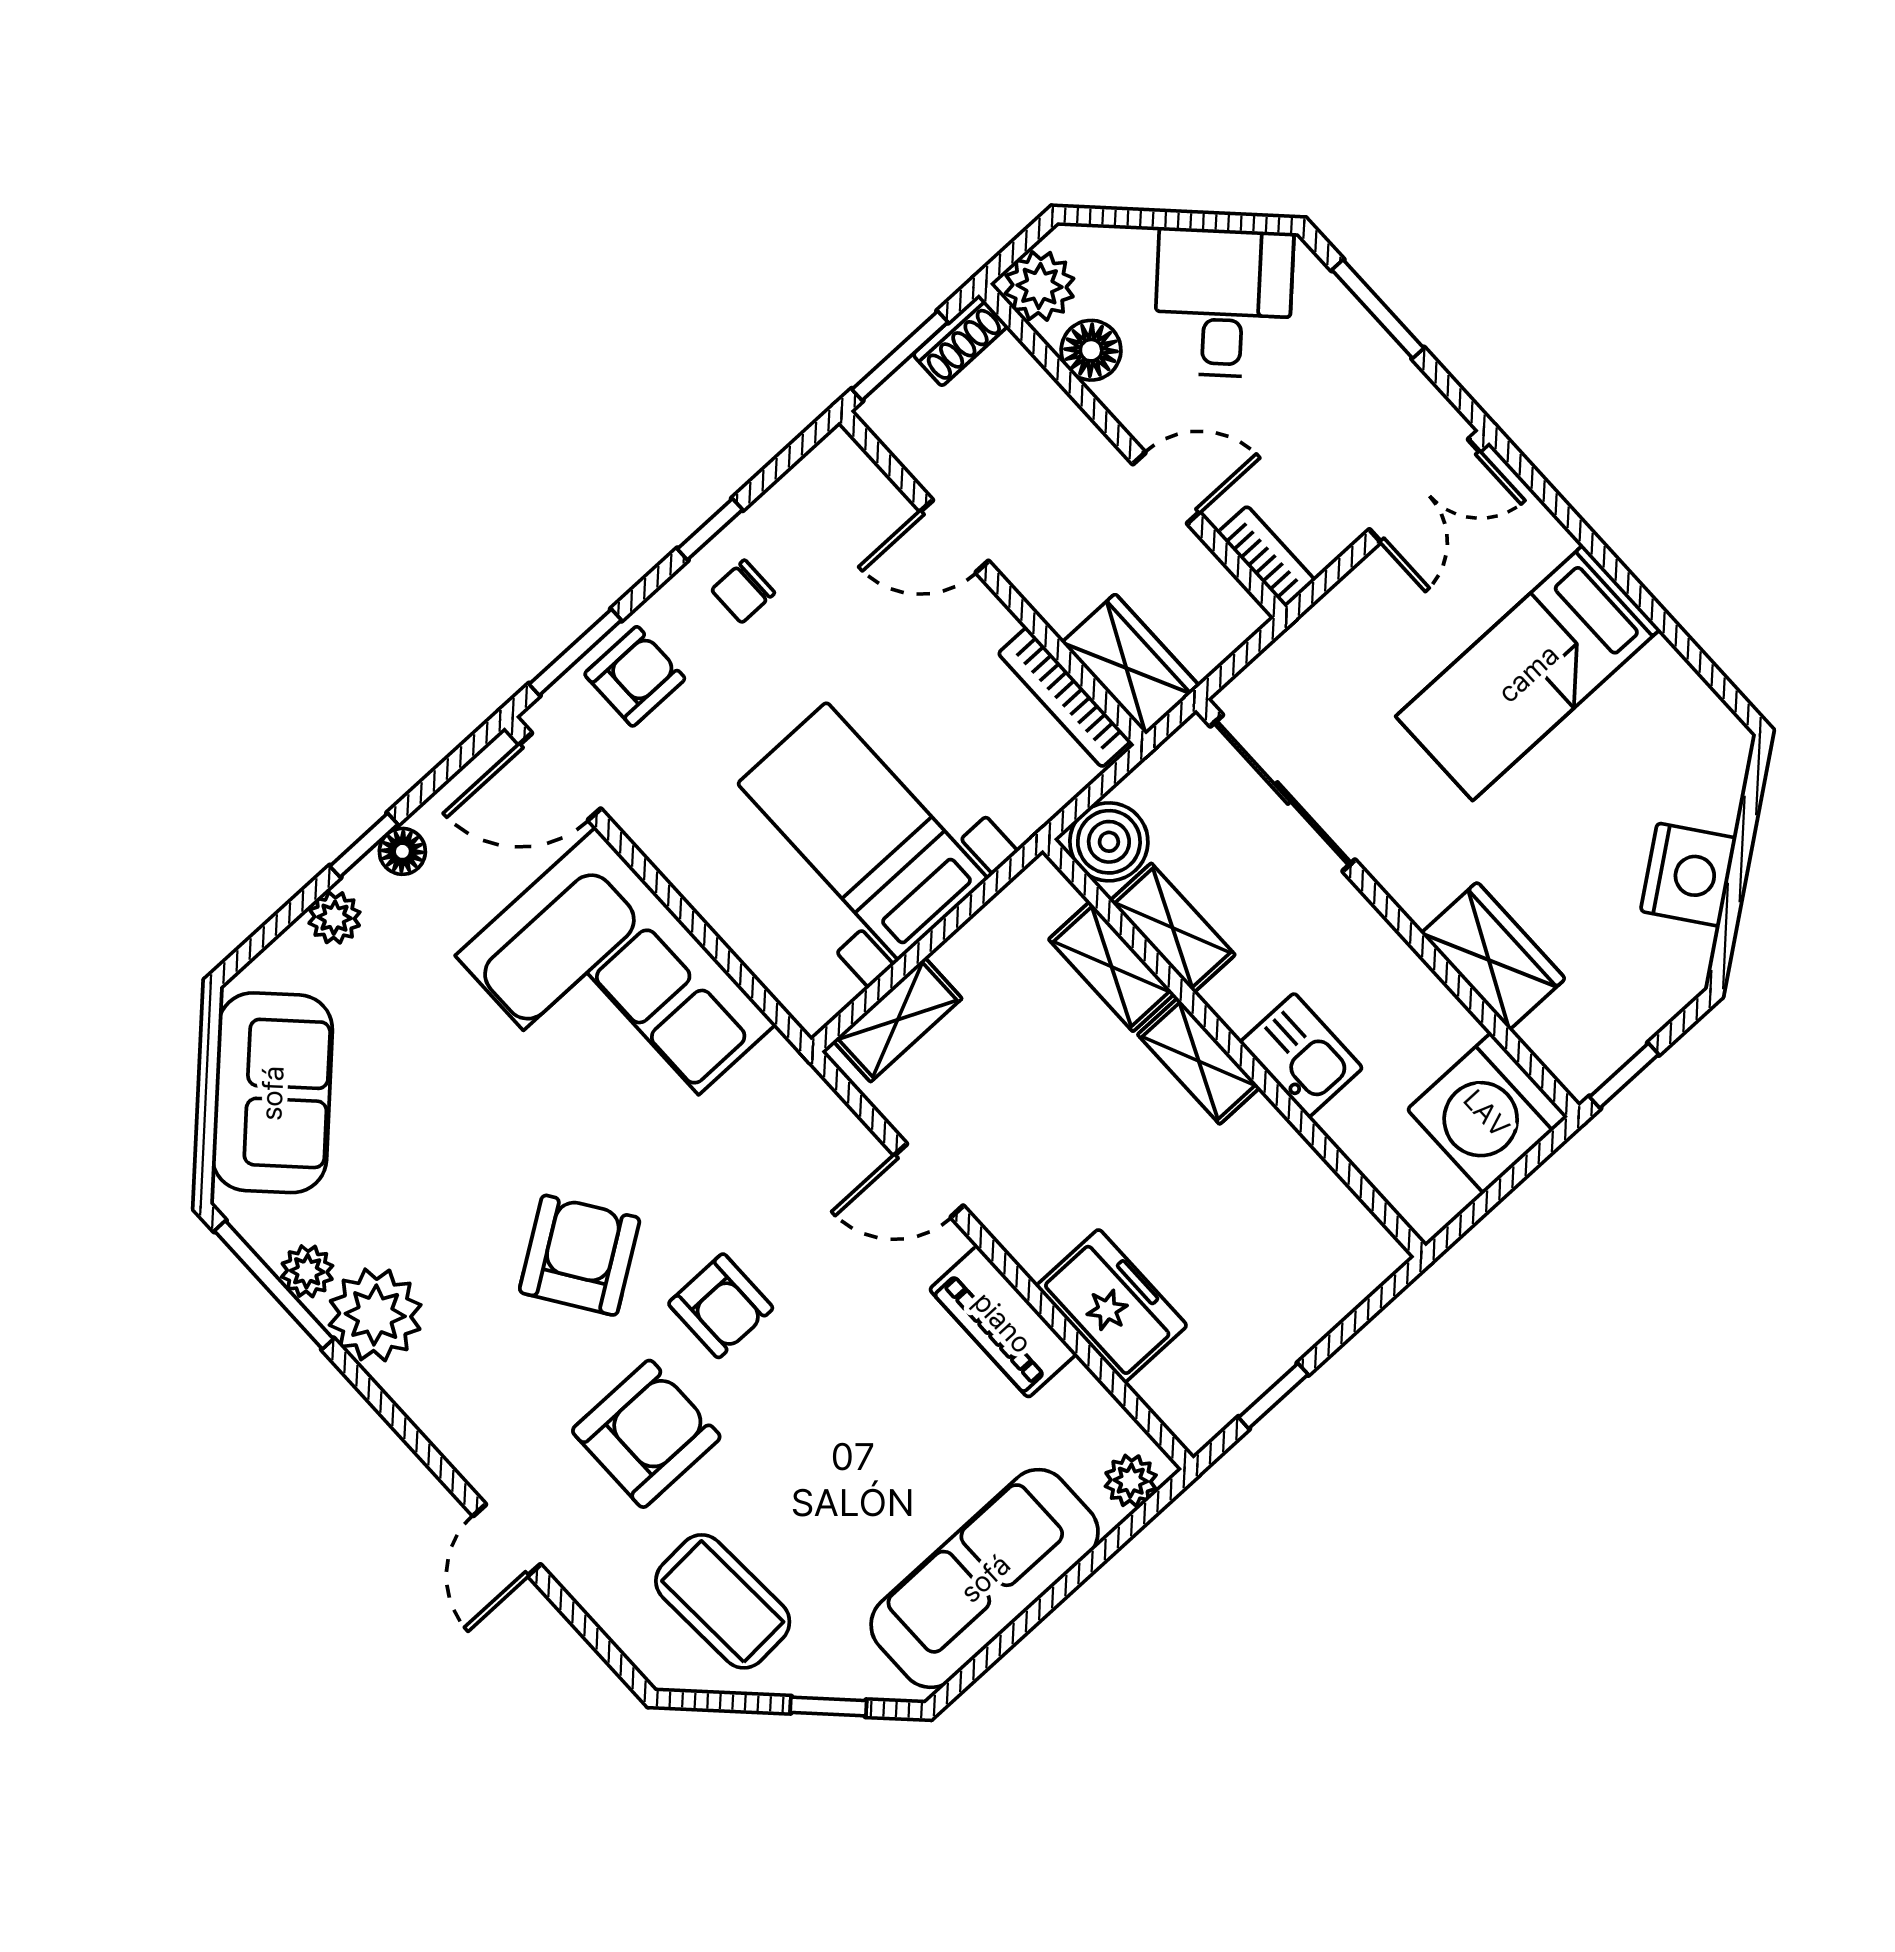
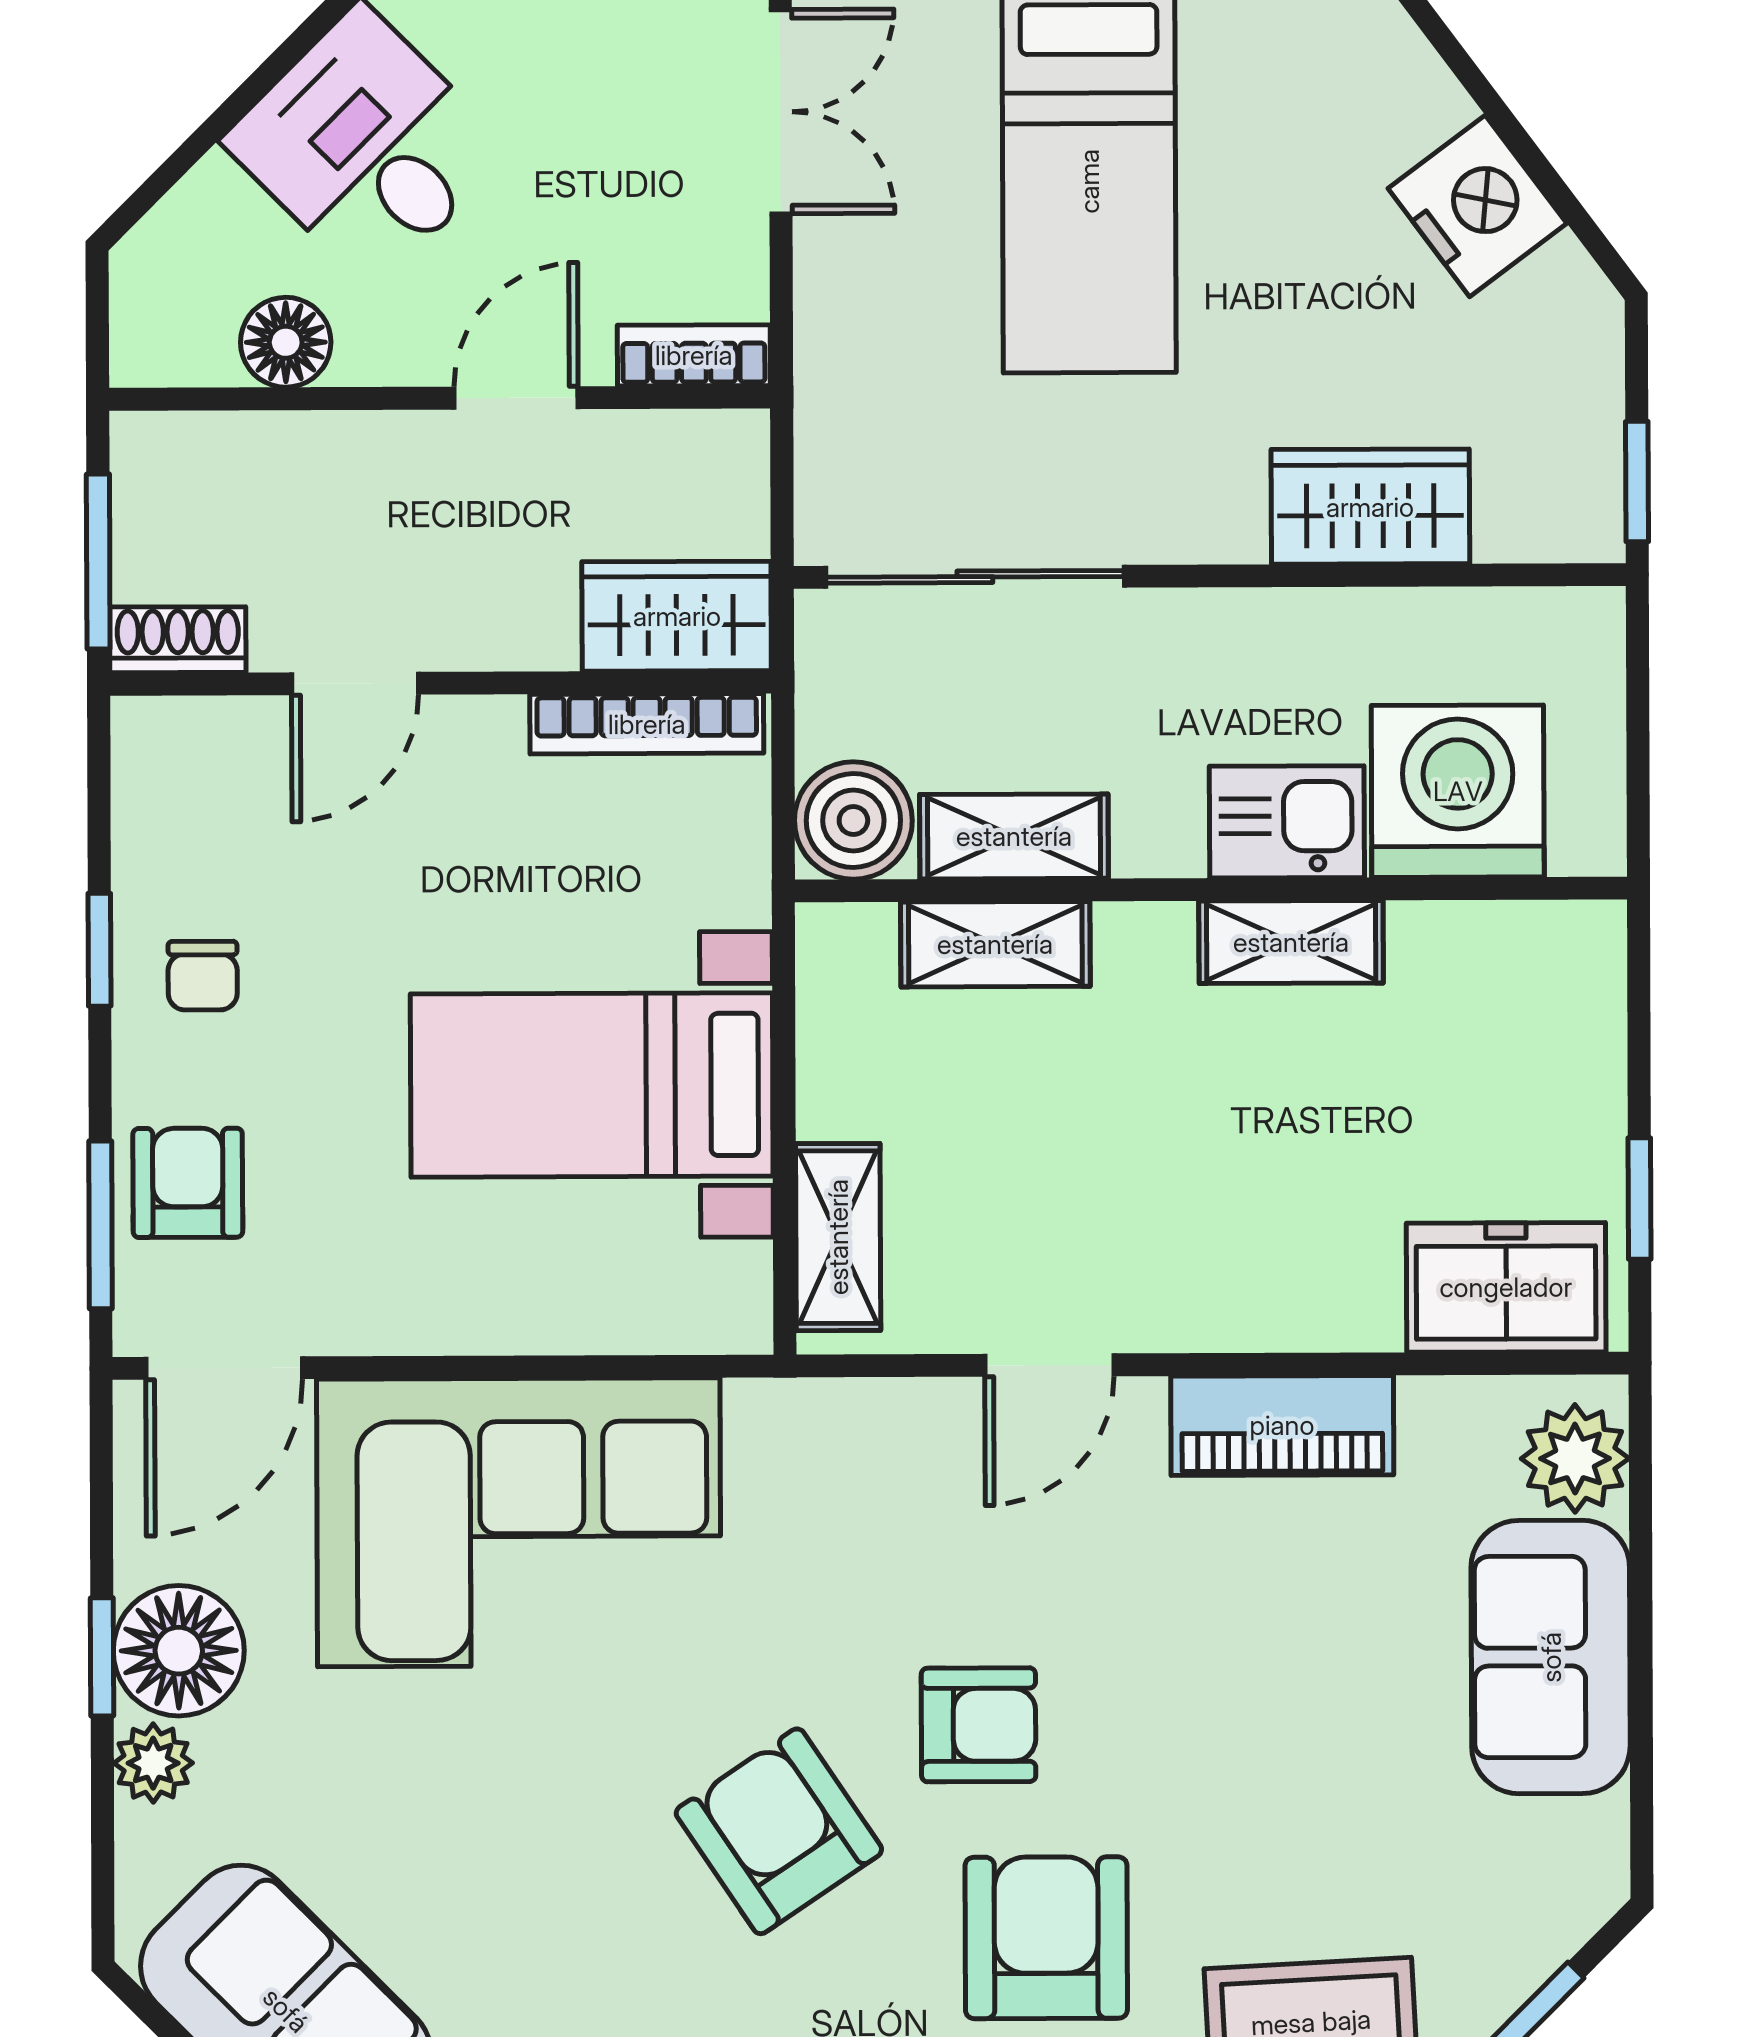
plant: (1040, 286) -> (162, 335), removed
shoe rack: (960, 340) -> (178, 640), moved, turned -90
floor lamp: (402, 851) -> (179, 1651), width x1.89, depth x1.89
shelving: (1199, 1061) -> (1291, 942), moved
washing machine: (1487, 1113) -> (1458, 791), moved, turned 180
freezer: (1112, 1306) -> (1506, 1287), moved
plant: (1131, 1481) -> (1575, 1458), width x1.38, depth x1.38
sofa: (985, 1578) -> (1551, 1657), width x0.73

